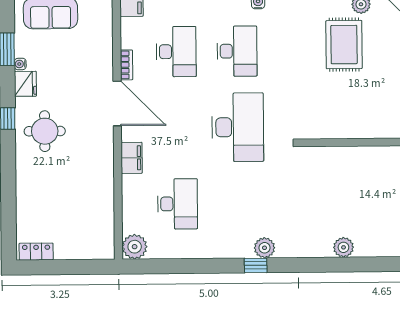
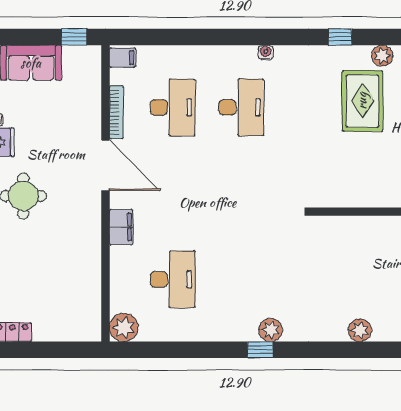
bookcase: (126, 65) -> (116, 112), width x1.56
desk: (238, 127) -> (241, 193), removed

